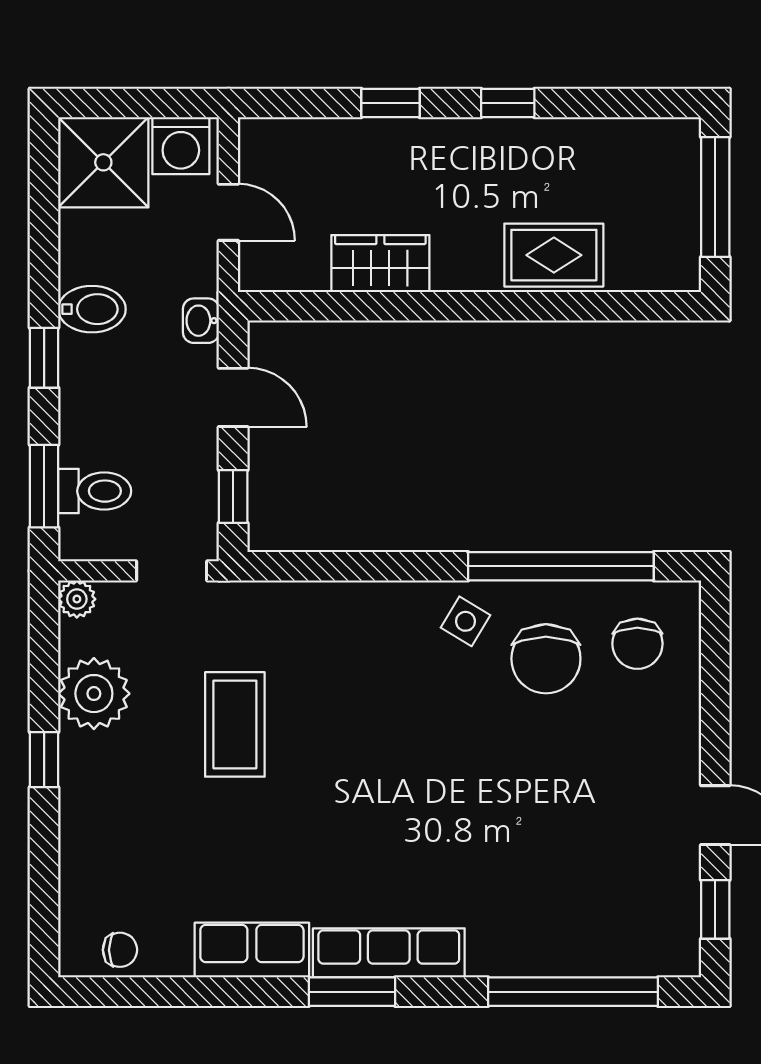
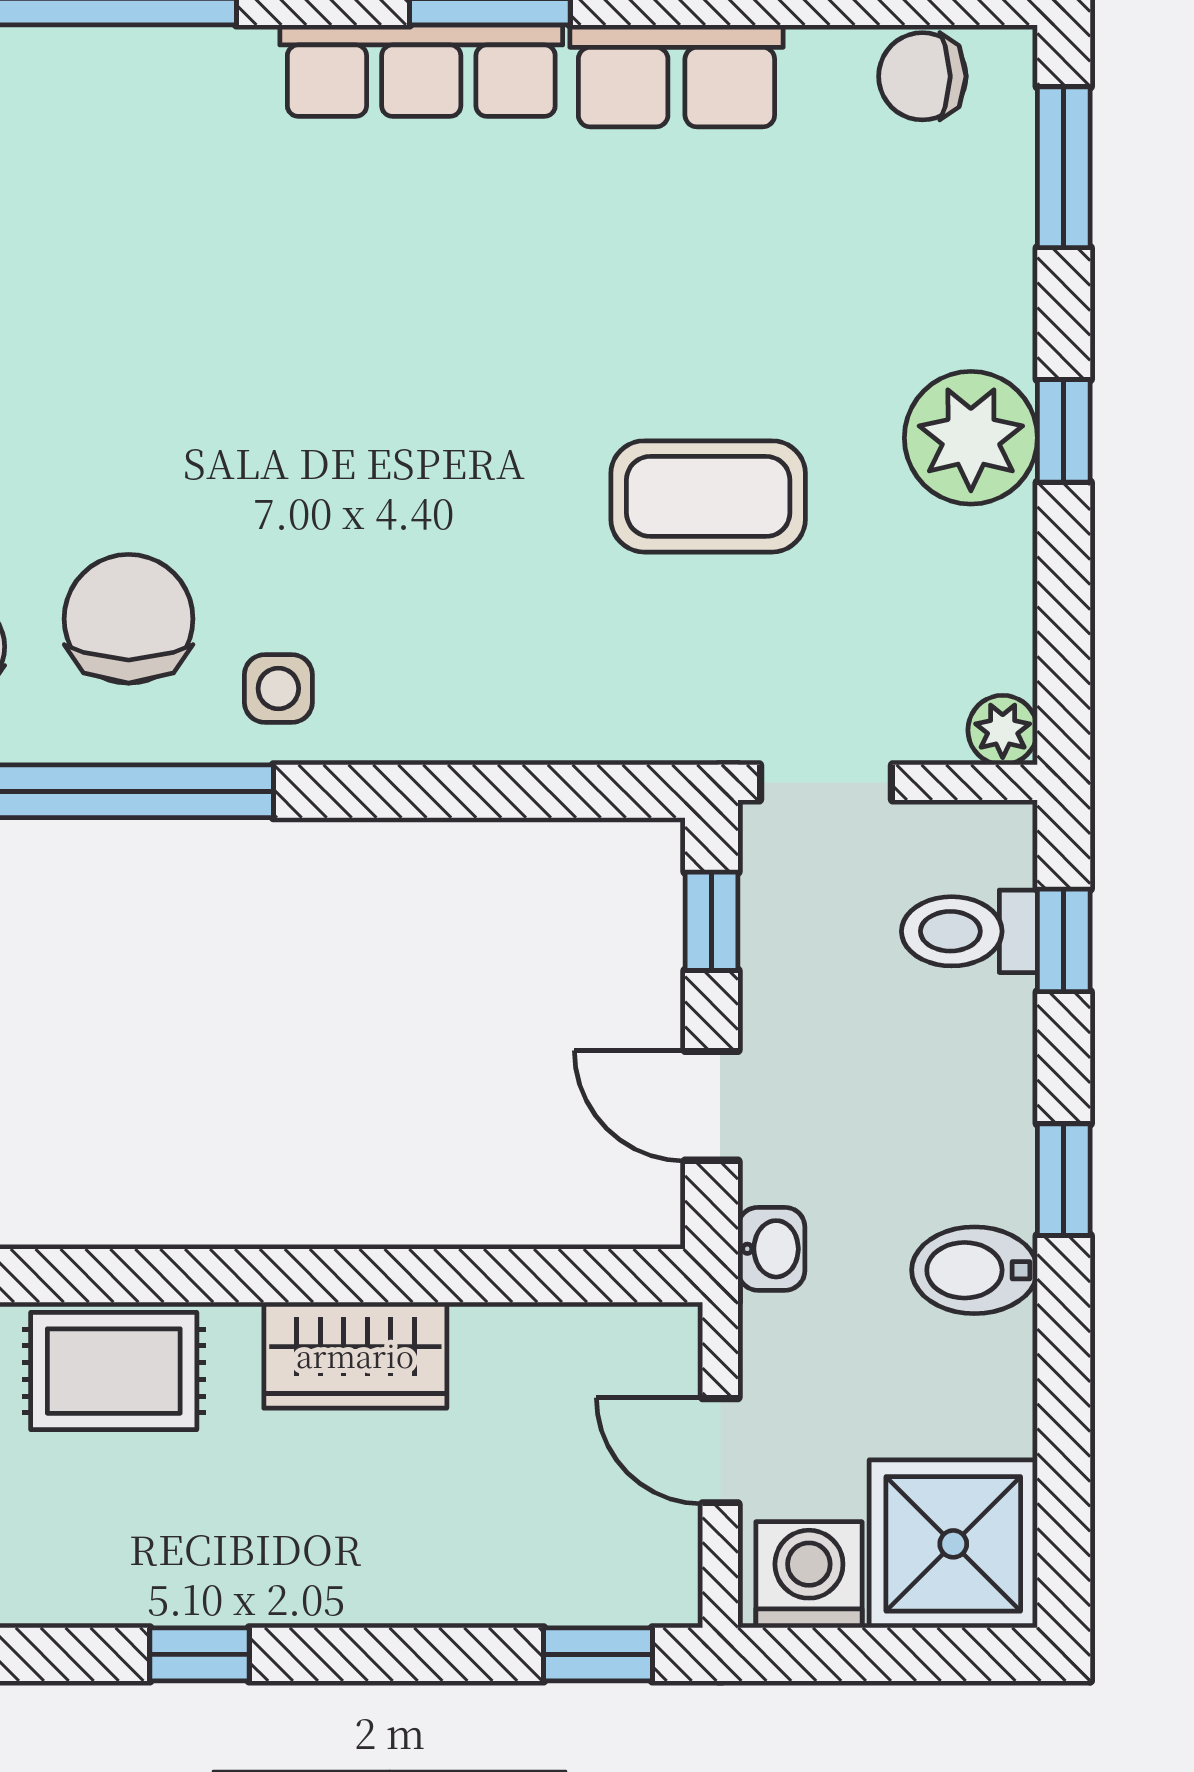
window: (390, 103) -> (598, 1654), moved
wardrobe: (380, 264) -> (355, 1355), moved
window: (44, 486) -> (1064, 940), width x0.67
side table: (466, 621) -> (278, 689), turned -31
plant: (94, 694) -> (971, 438), moved
coffee table: (235, 724) -> (708, 496), turned 90
window: (44, 901) -> (1064, 167), added
chair: (120, 950) -> (922, 76), width x1.37, depth x1.37

